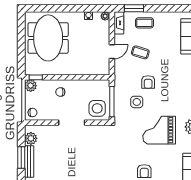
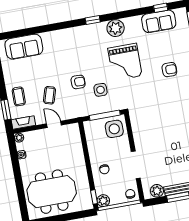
doorway: (72, 123) -> (136, 165), moved

